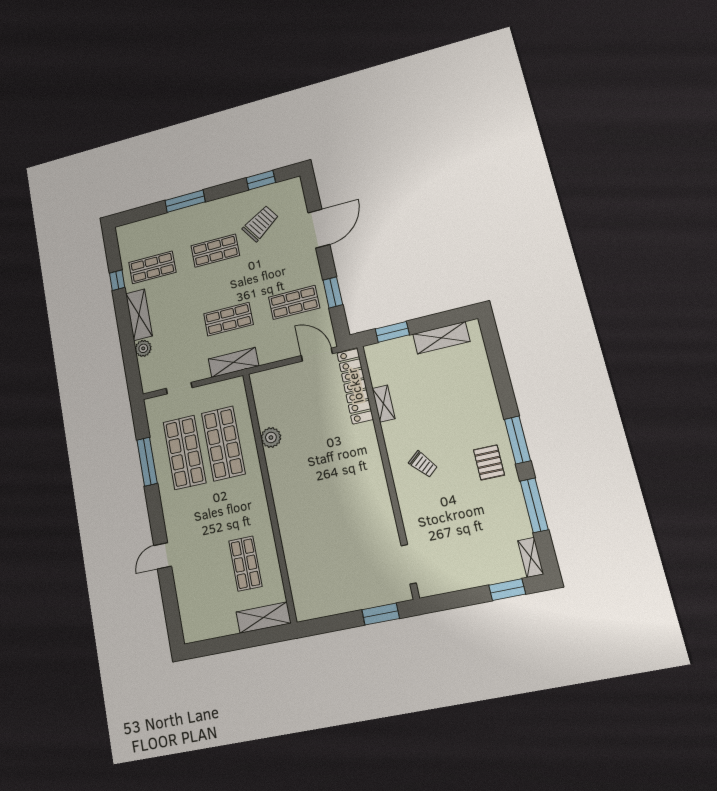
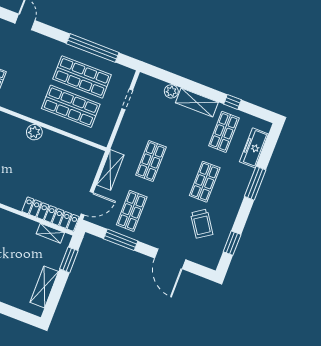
freezer: (150, 227) -> (254, 148), added
window: (333, 292) -> (121, 240), width x1.44
shelving: (233, 362) -> (110, 170), moved
shelving: (384, 403) -> (50, 233), moved
plant: (271, 437) -> (34, 132), moved
window: (147, 462) -> (93, 48), width x1.46

